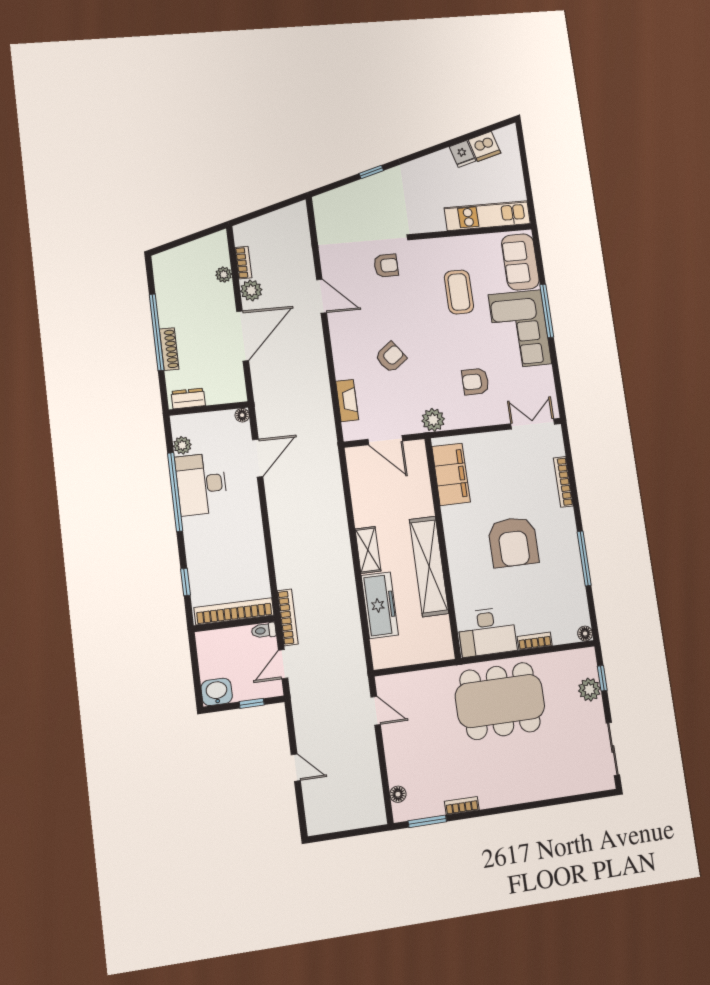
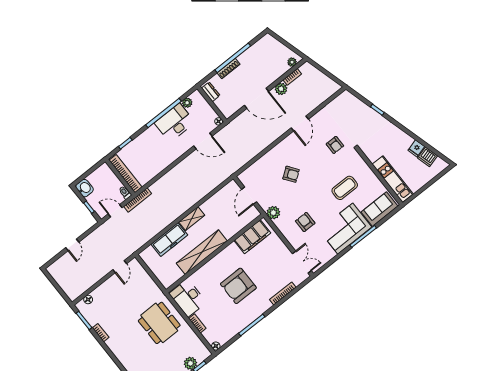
plant: (224, 275) -> (292, 62), moved
fireplace: (347, 400) -> (257, 166), removed
dining table: (500, 701) -> (159, 323), width x0.73, depth x0.80

